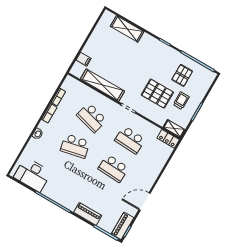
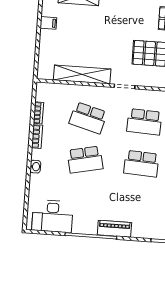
filing cabinet: (84, 59) -> (48, 23), moved
piano: (88, 214) -> (114, 229), moved

